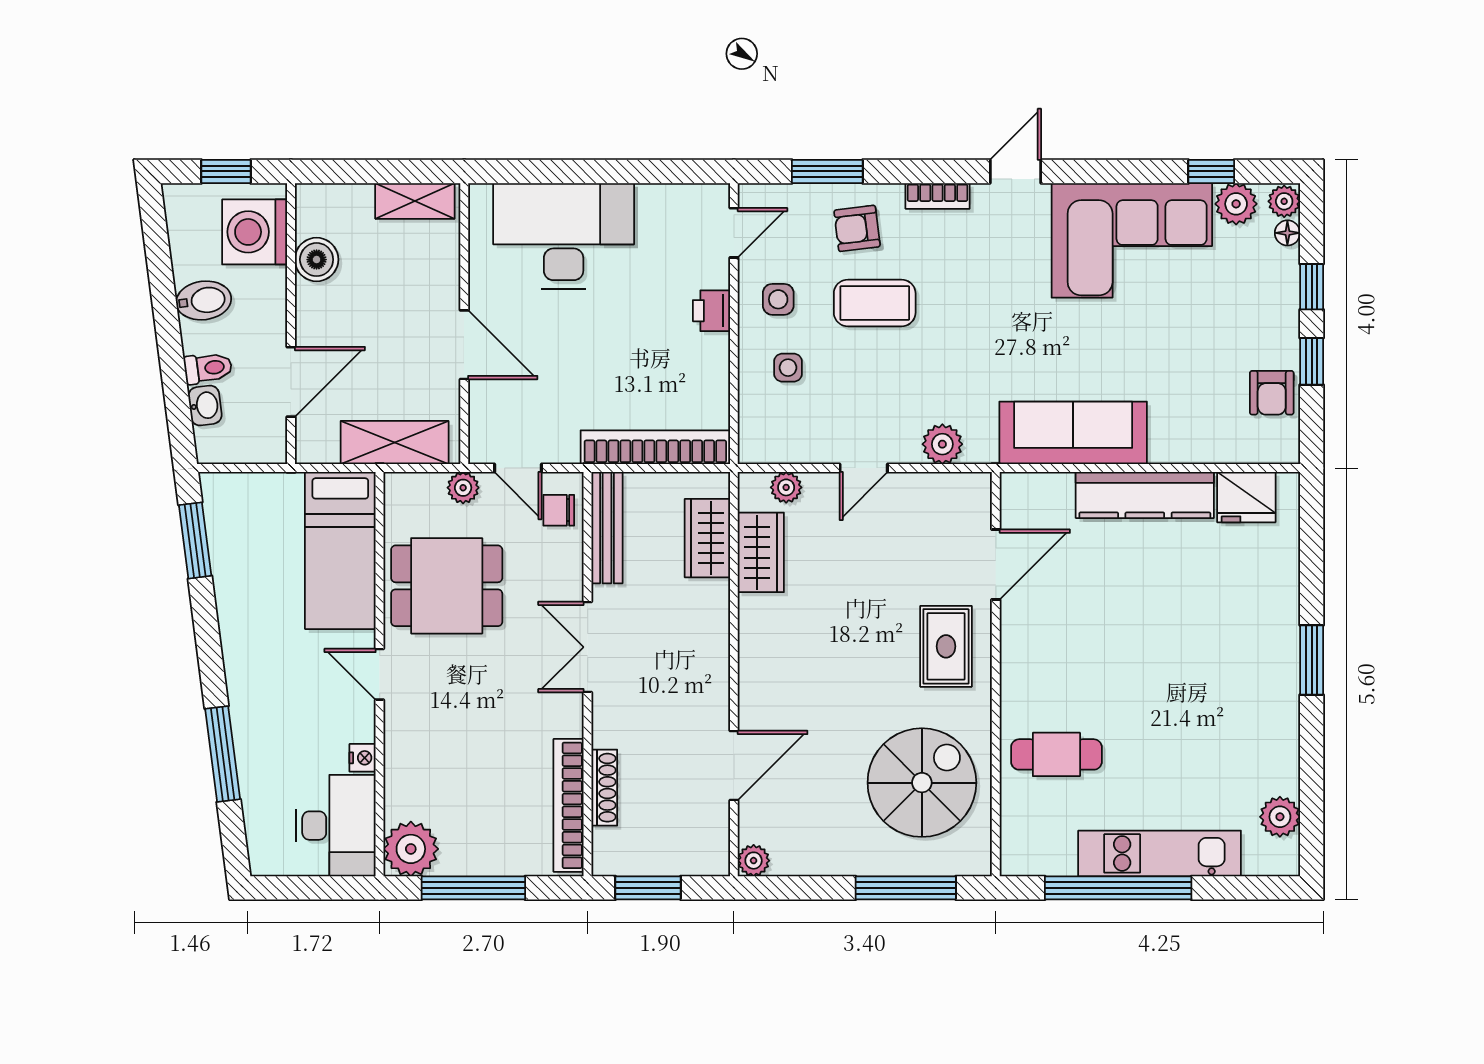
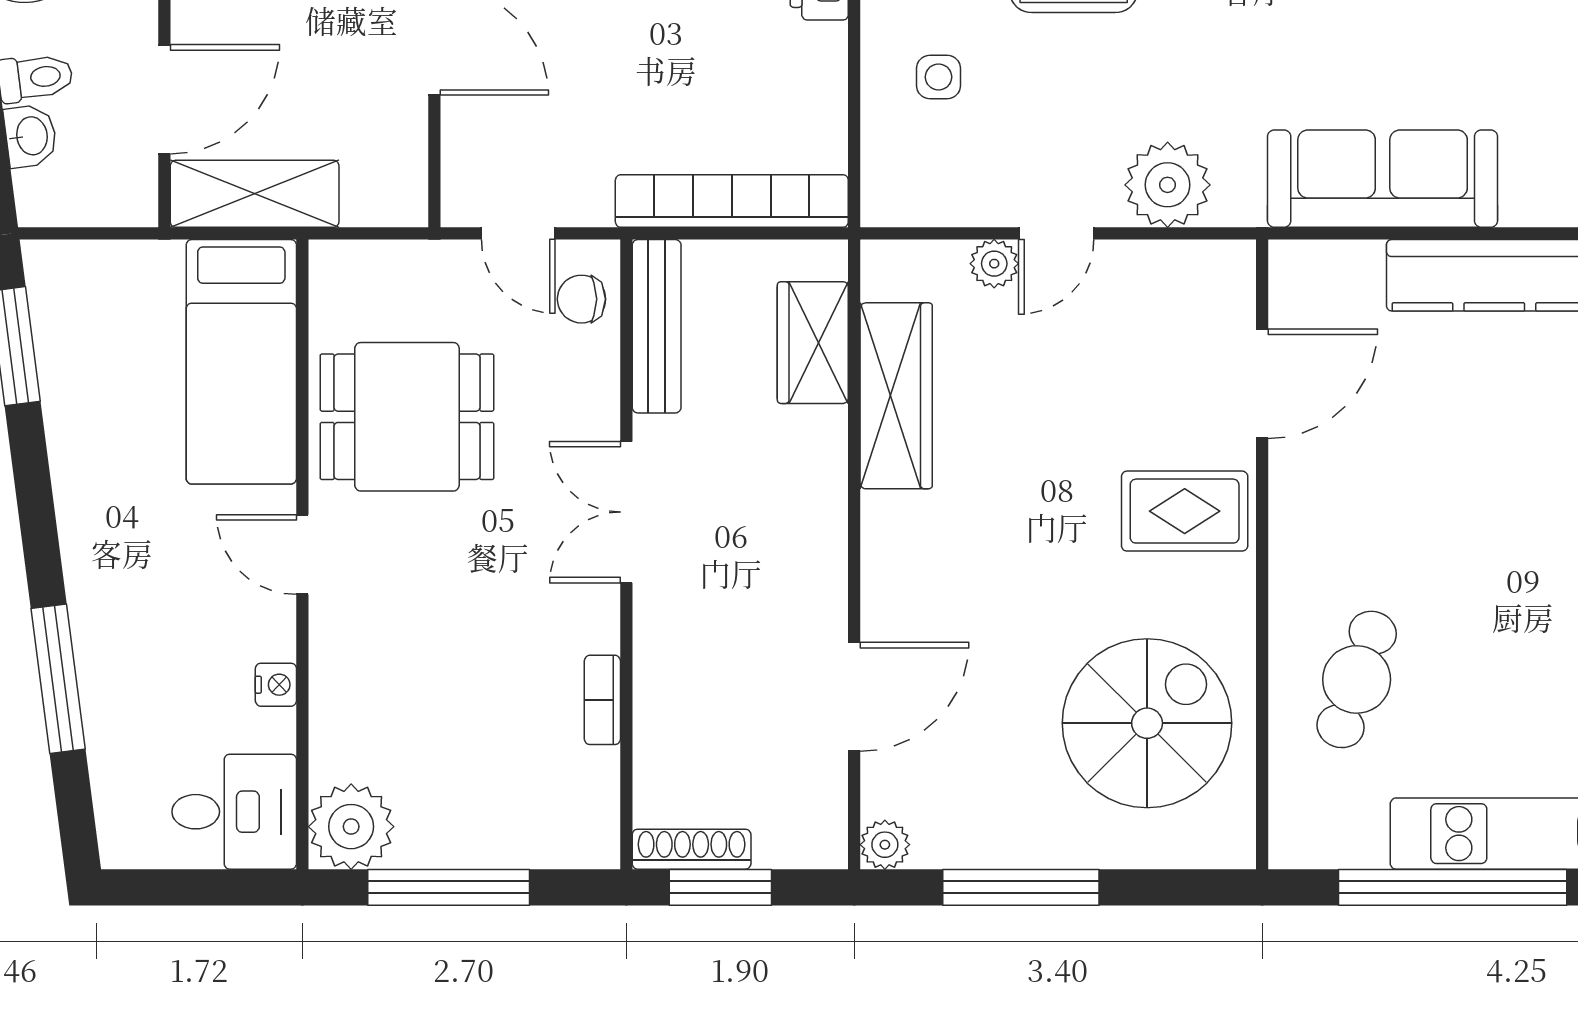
shelving: (395, 443) -> (255, 194), moved
plant: (942, 444) -> (1168, 185), width x1.36, depth x1.36
plant: (786, 487) -> (994, 264), moved
plant: (463, 488) -> (432, 264), removed
wardrobe: (761, 552) -> (896, 396), width x1.50
rug: (946, 646) -> (1185, 511), turned 90
cafe table: (1056, 754) -> (1357, 679), turned -71
shoe rack: (604, 788) -> (692, 849), moved, turned -90
bookcase: (569, 805) -> (602, 700), width x0.43, depth x0.76
desk: (336, 826) -> (234, 812), width x0.73
window: (906, 888) -> (1021, 887), moved

